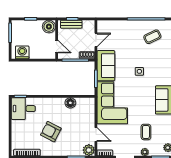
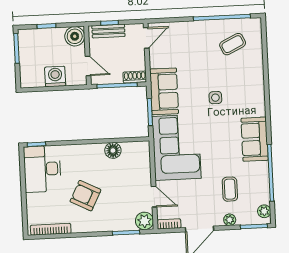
door: (96, 40) -> (146, 38), moved
washing machine: (22, 52) -> (55, 77), moved
desk: (23, 109) -> (42, 169), width x1.37

